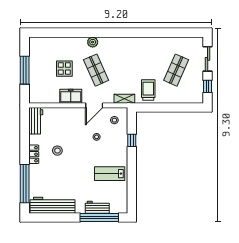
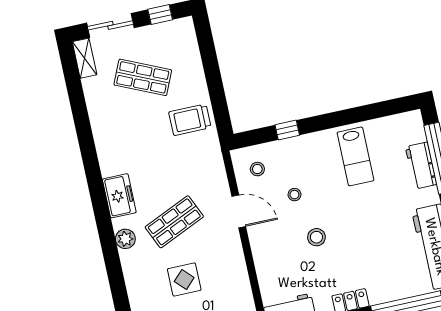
freezer: (71, 96) -> (119, 196), moved, turned 180
shelving: (124, 99) -> (85, 58), moved
stool: (57, 151) -> (316, 237), moved

